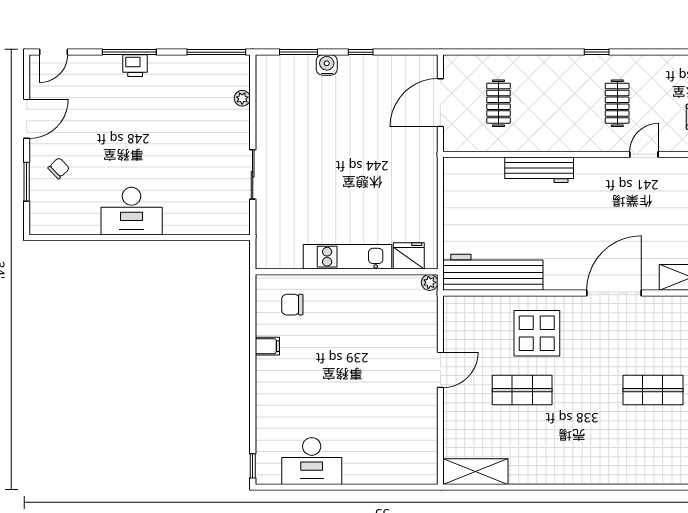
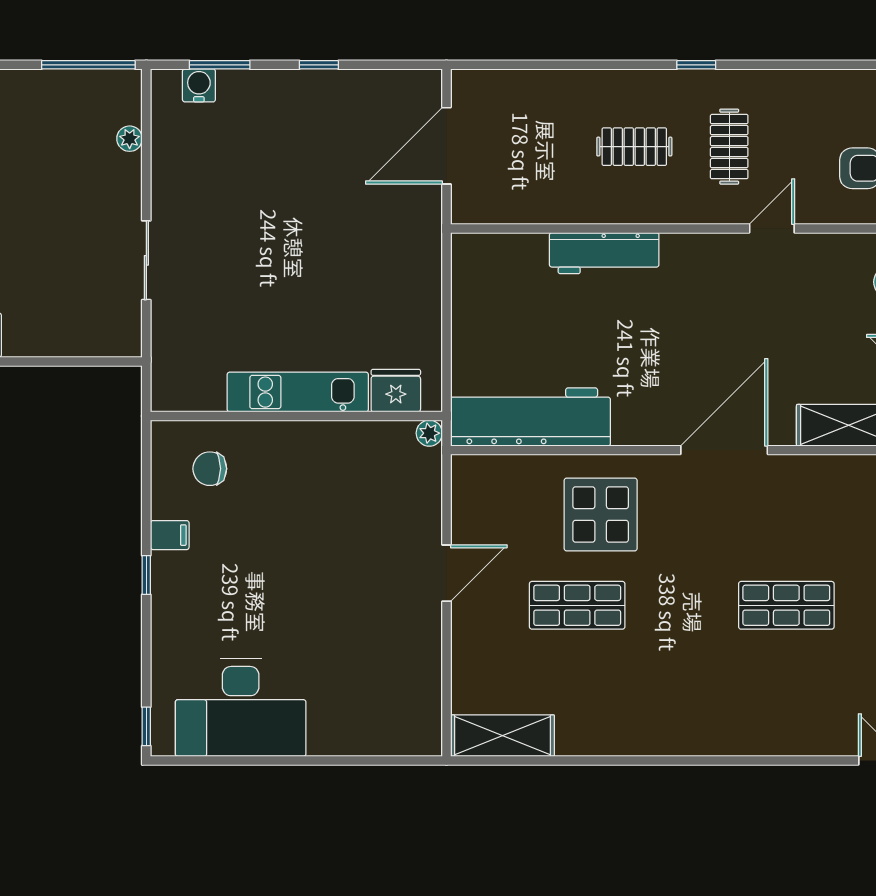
water cooler: (327, 65) -> (199, 85), moved
clothes rail: (499, 103) -> (634, 147), moved, turned 90
window: (253, 371) -> (146, 575), added
desk: (312, 461) -> (241, 707), width x1.36, depth x1.30

